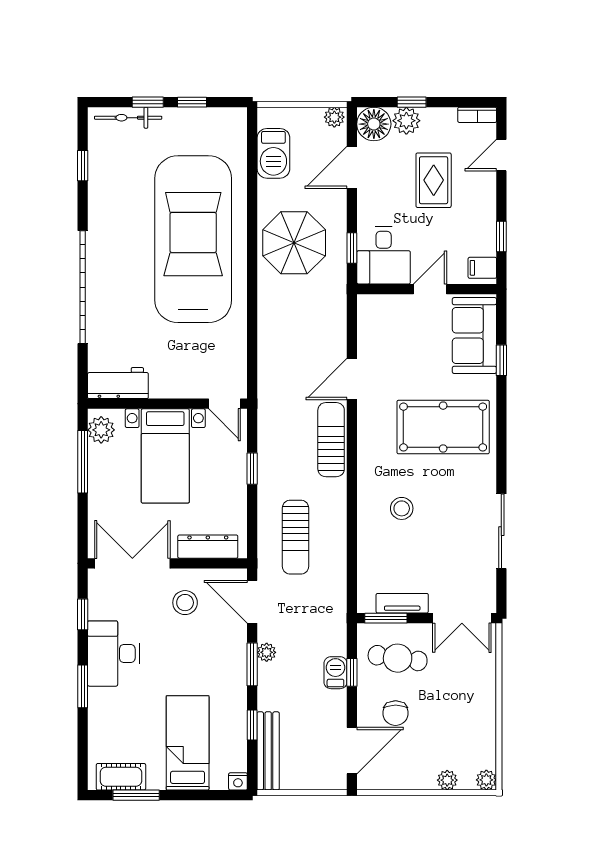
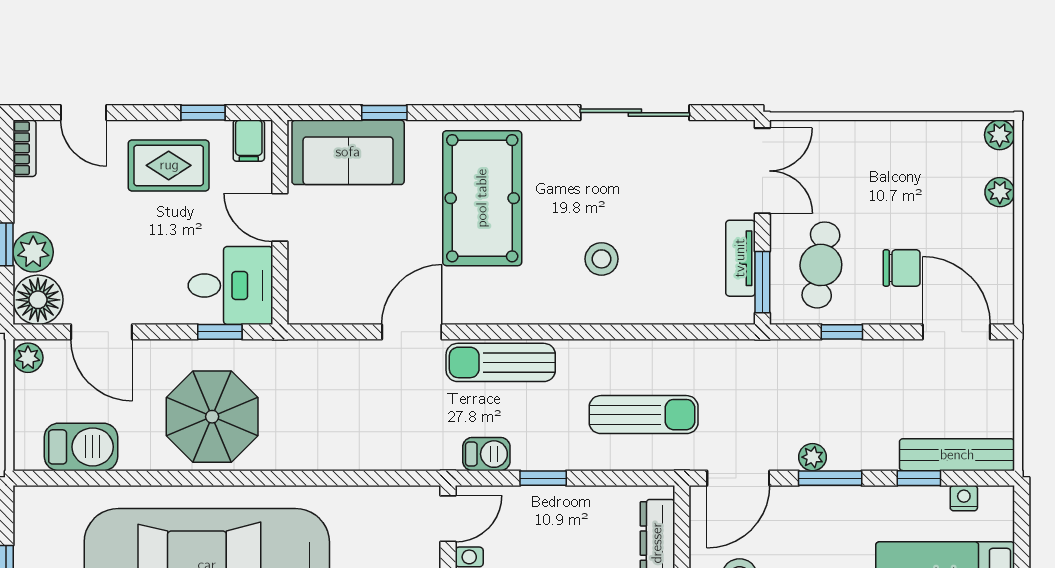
rug: (434, 180) -> (169, 165), moved
door: (352, 379) -> (412, 332), swing flipped
barbecue: (335, 673) -> (486, 454), moved, turned 180
nightstand: (238, 781) -> (964, 498), moved, turned -90

